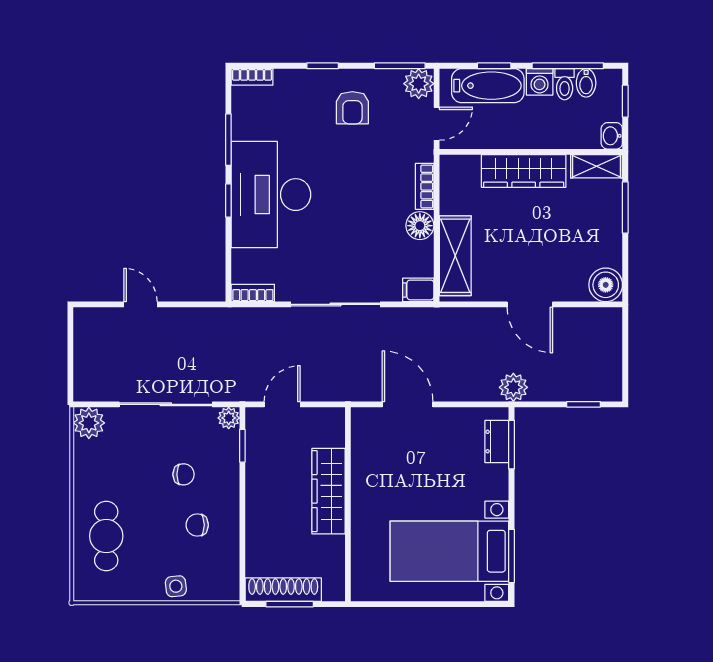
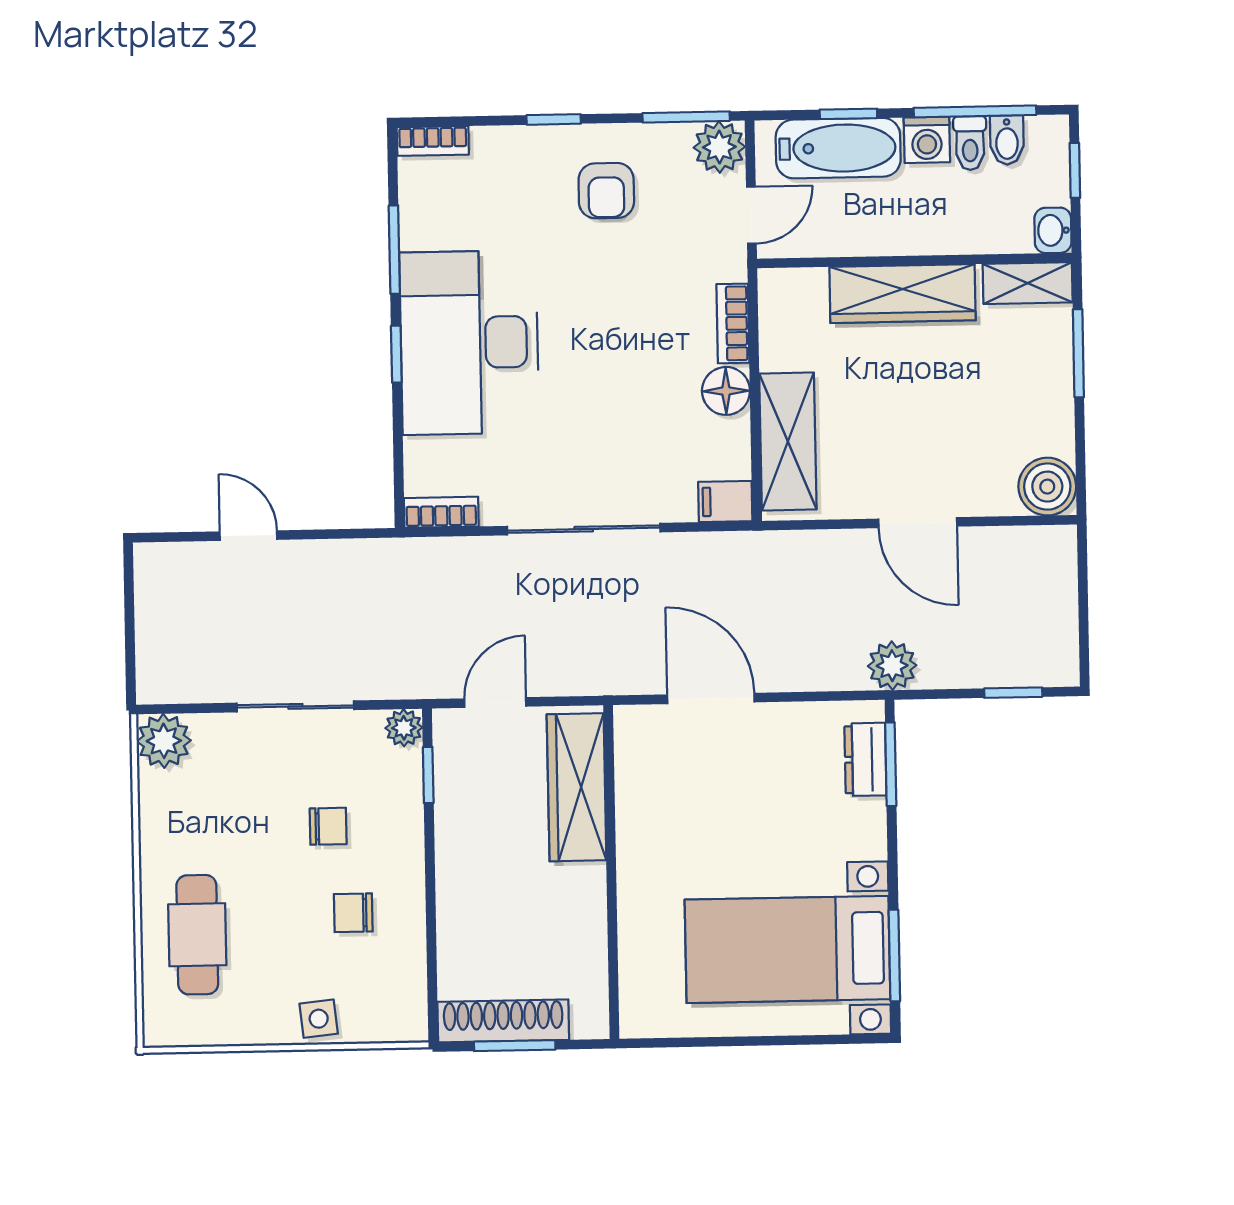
sliding door: (166, 404) -> (295, 706), width x0.73
wardrobe: (328, 491) -> (577, 787), moved

